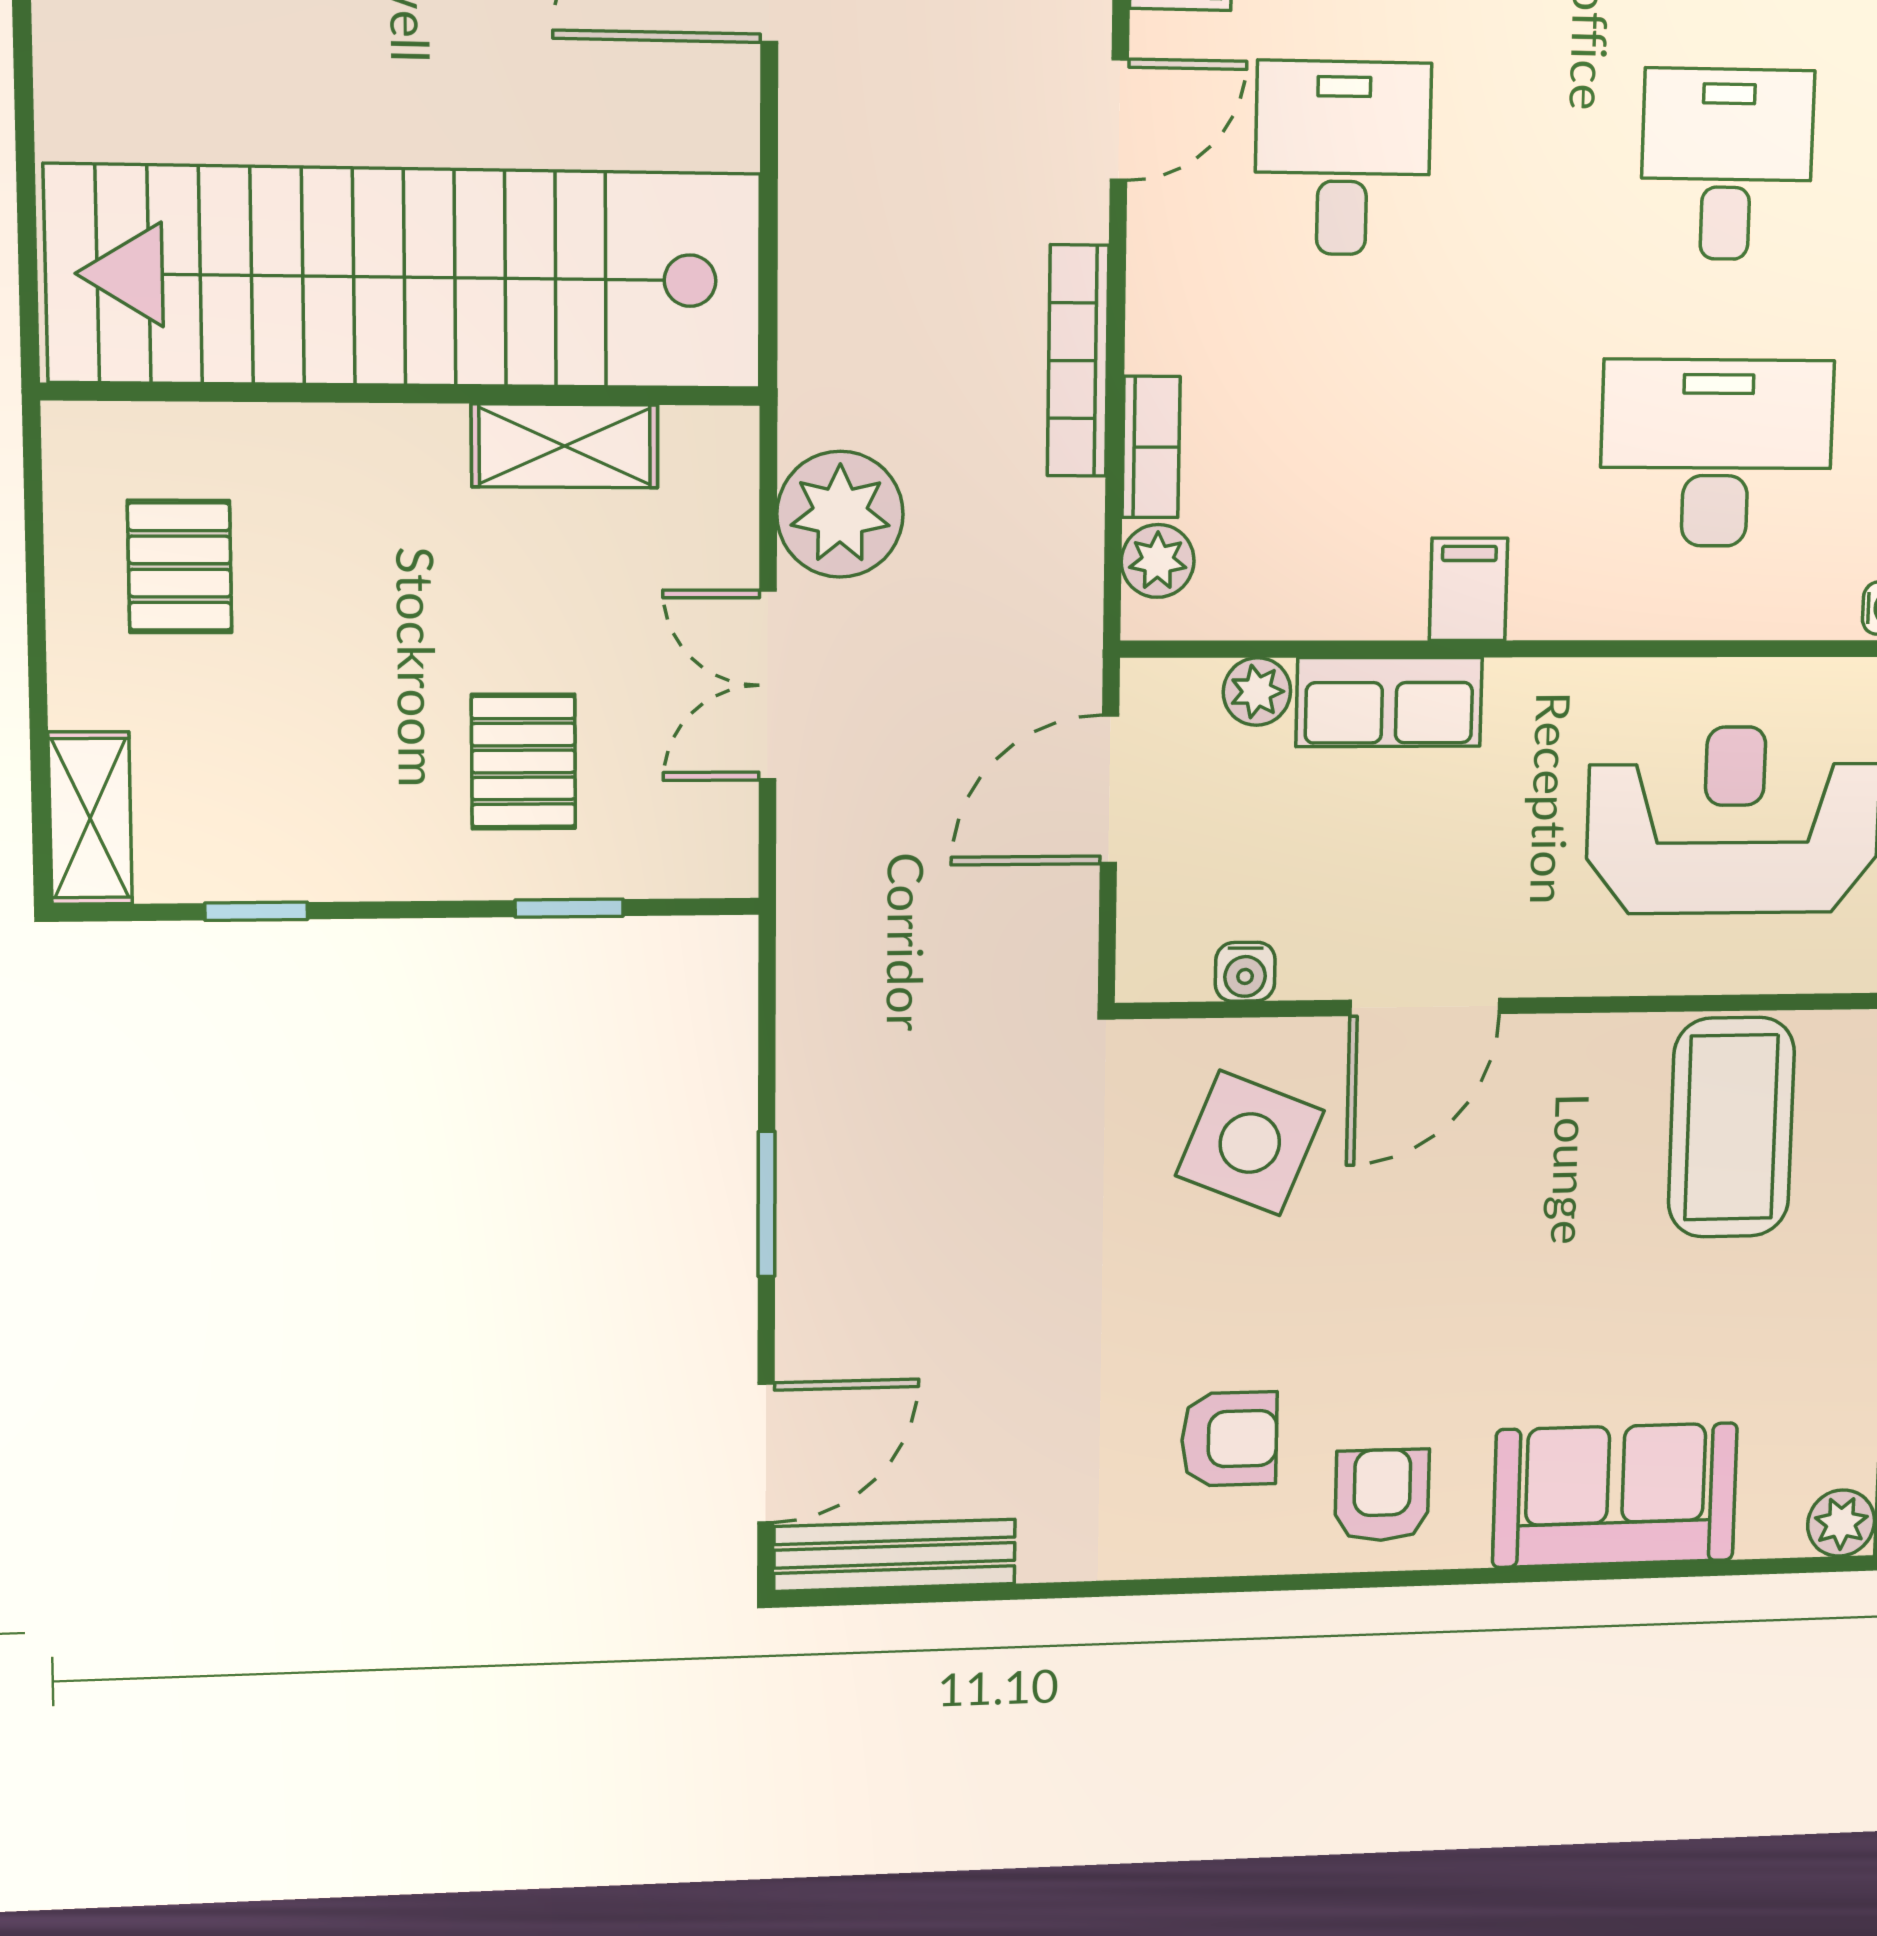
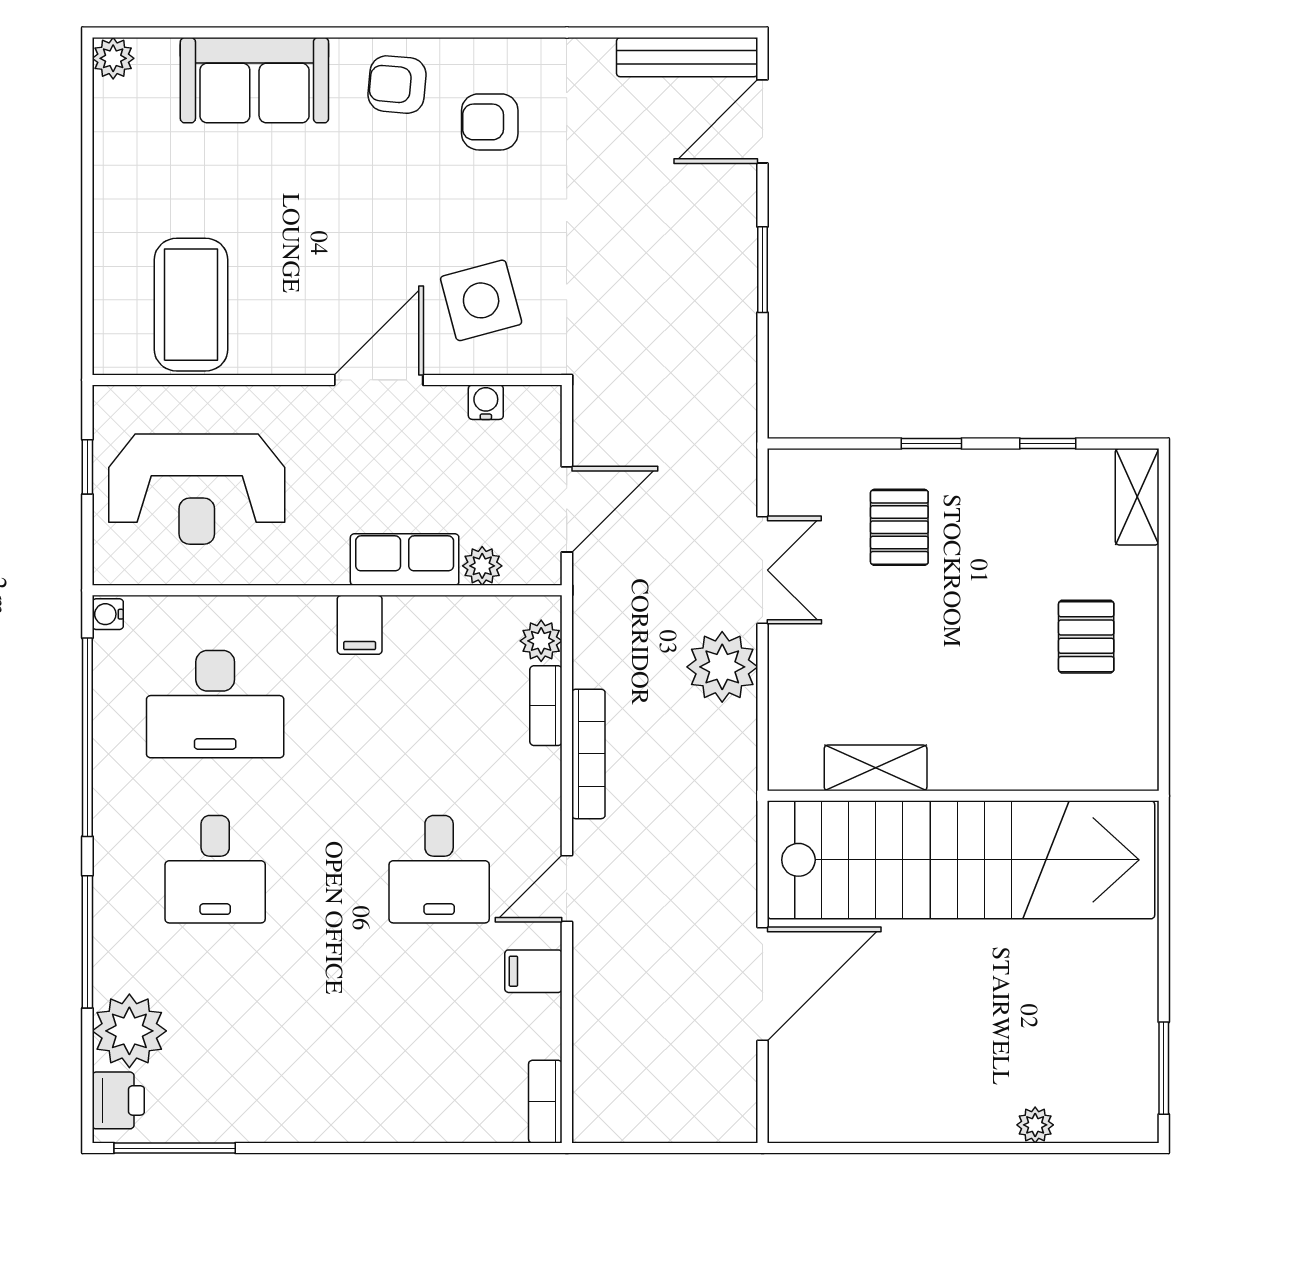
stairs: (407, 277) -> (961, 860), moved
wall: (404, 394) -> (963, 796), moved
shelving: (565, 446) -> (876, 768), moved
window: (569, 908) -> (931, 444), moved
side table: (1250, 1143) -> (481, 300), turned -37
armchair: (1382, 1495) -> (397, 85), turned 95

